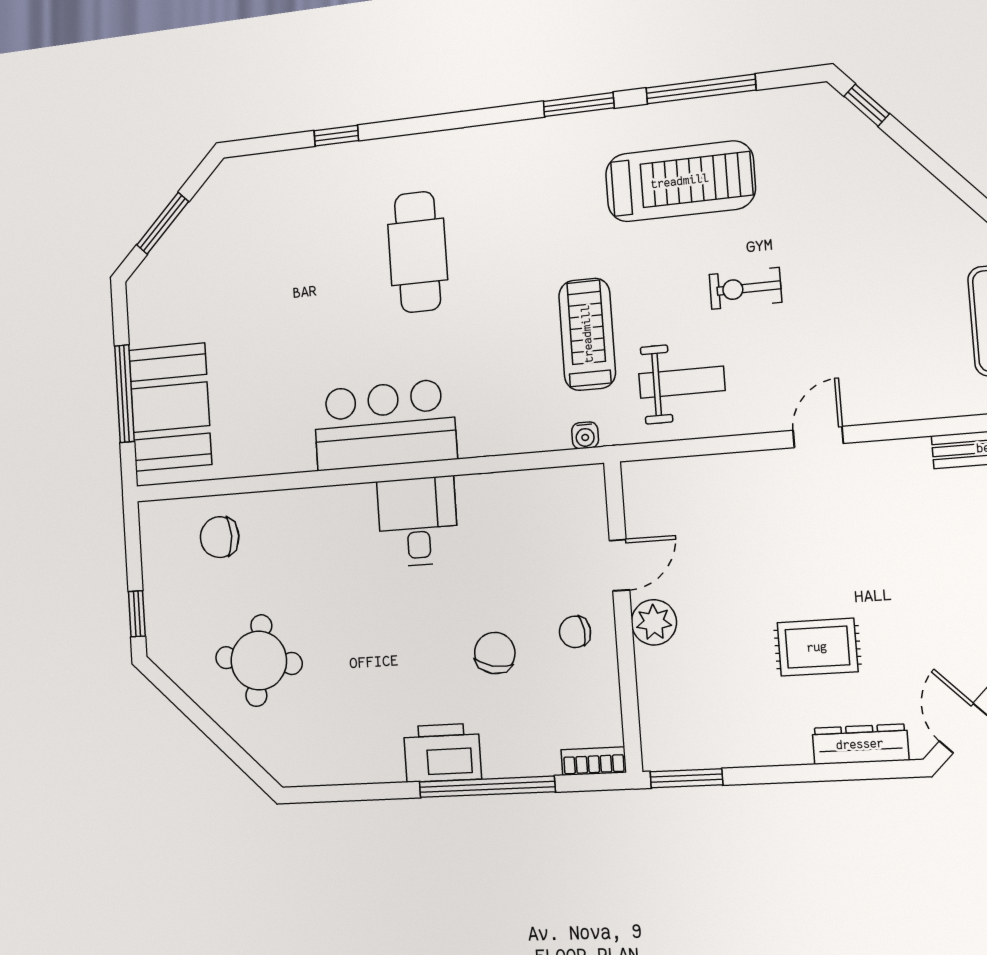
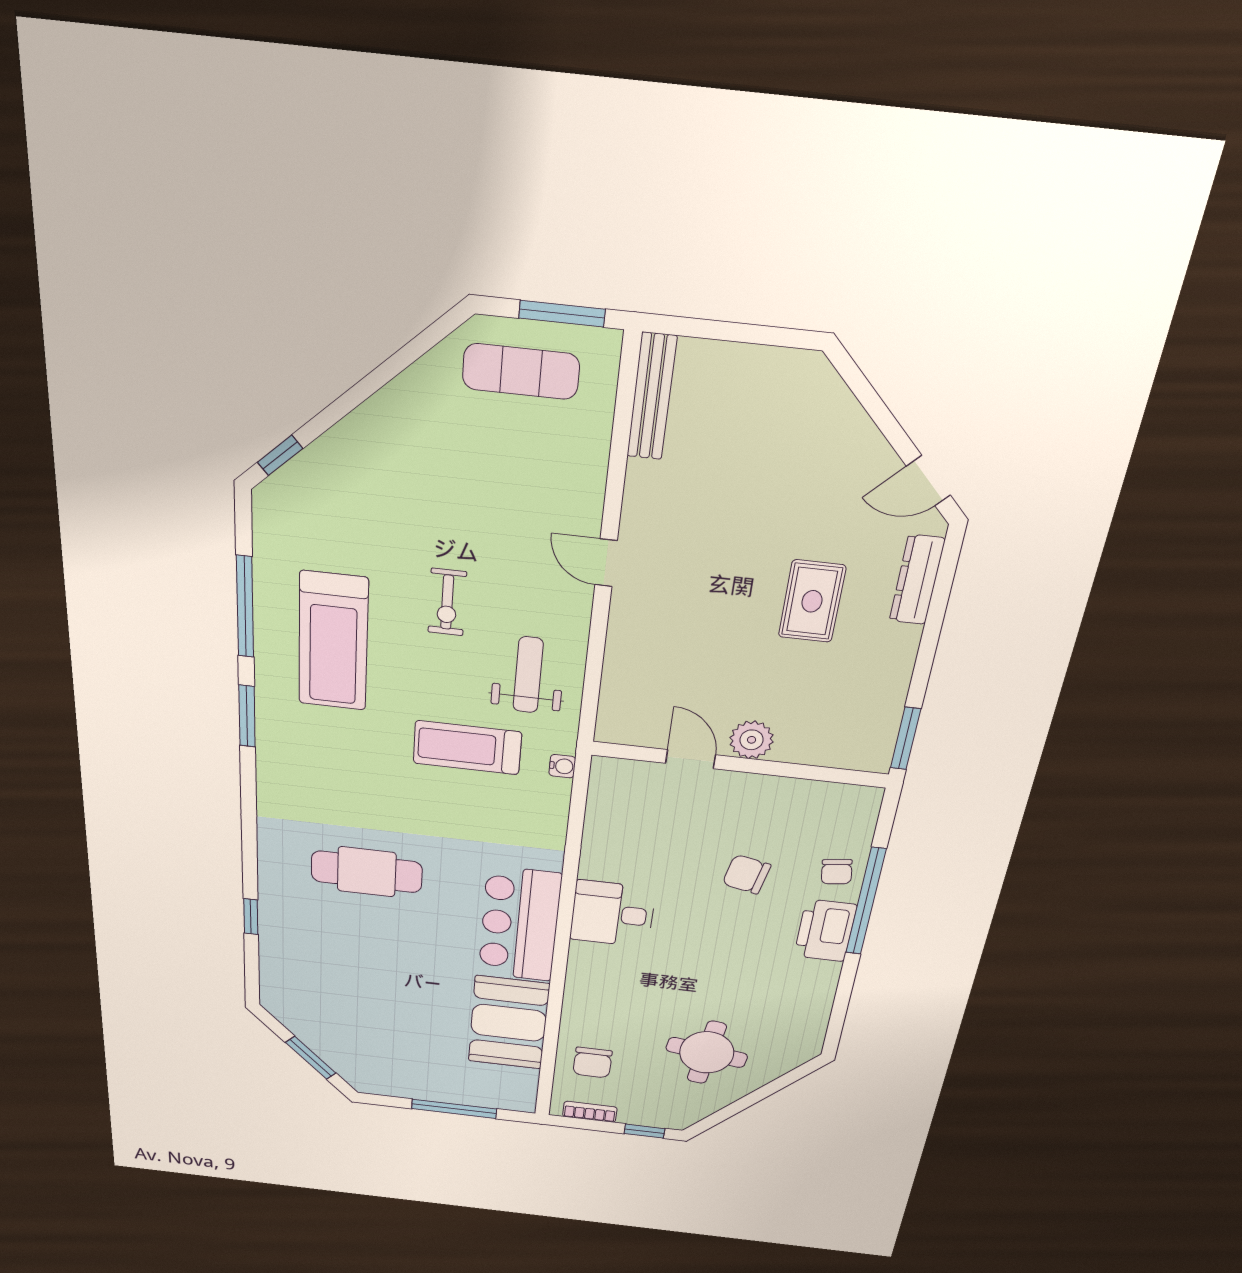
treadmill: (680, 181) -> (333, 642), turned 180
booth: (170, 407) -> (509, 1023), moved, turned 90
chair: (575, 632) -> (837, 872), moved
bookcase: (594, 761) -> (590, 1112), moved, turned 90

